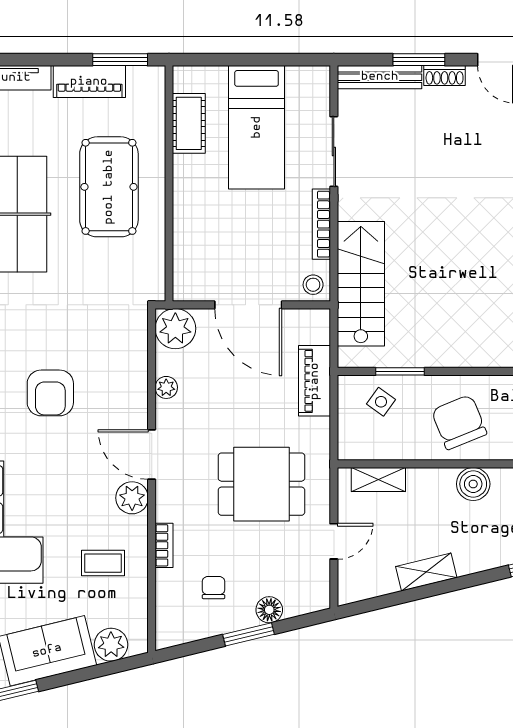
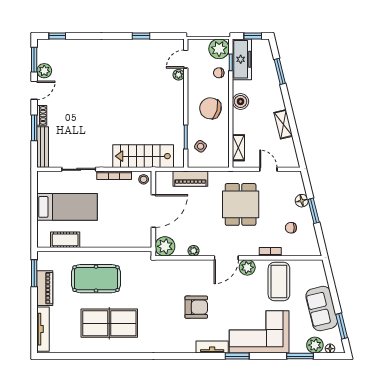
chair: (459, 422) -> (210, 108), turned 37
coffee table: (103, 563) -> (279, 281), width x1.86, depth x1.72
plant: (111, 645) -> (319, 278), removed

